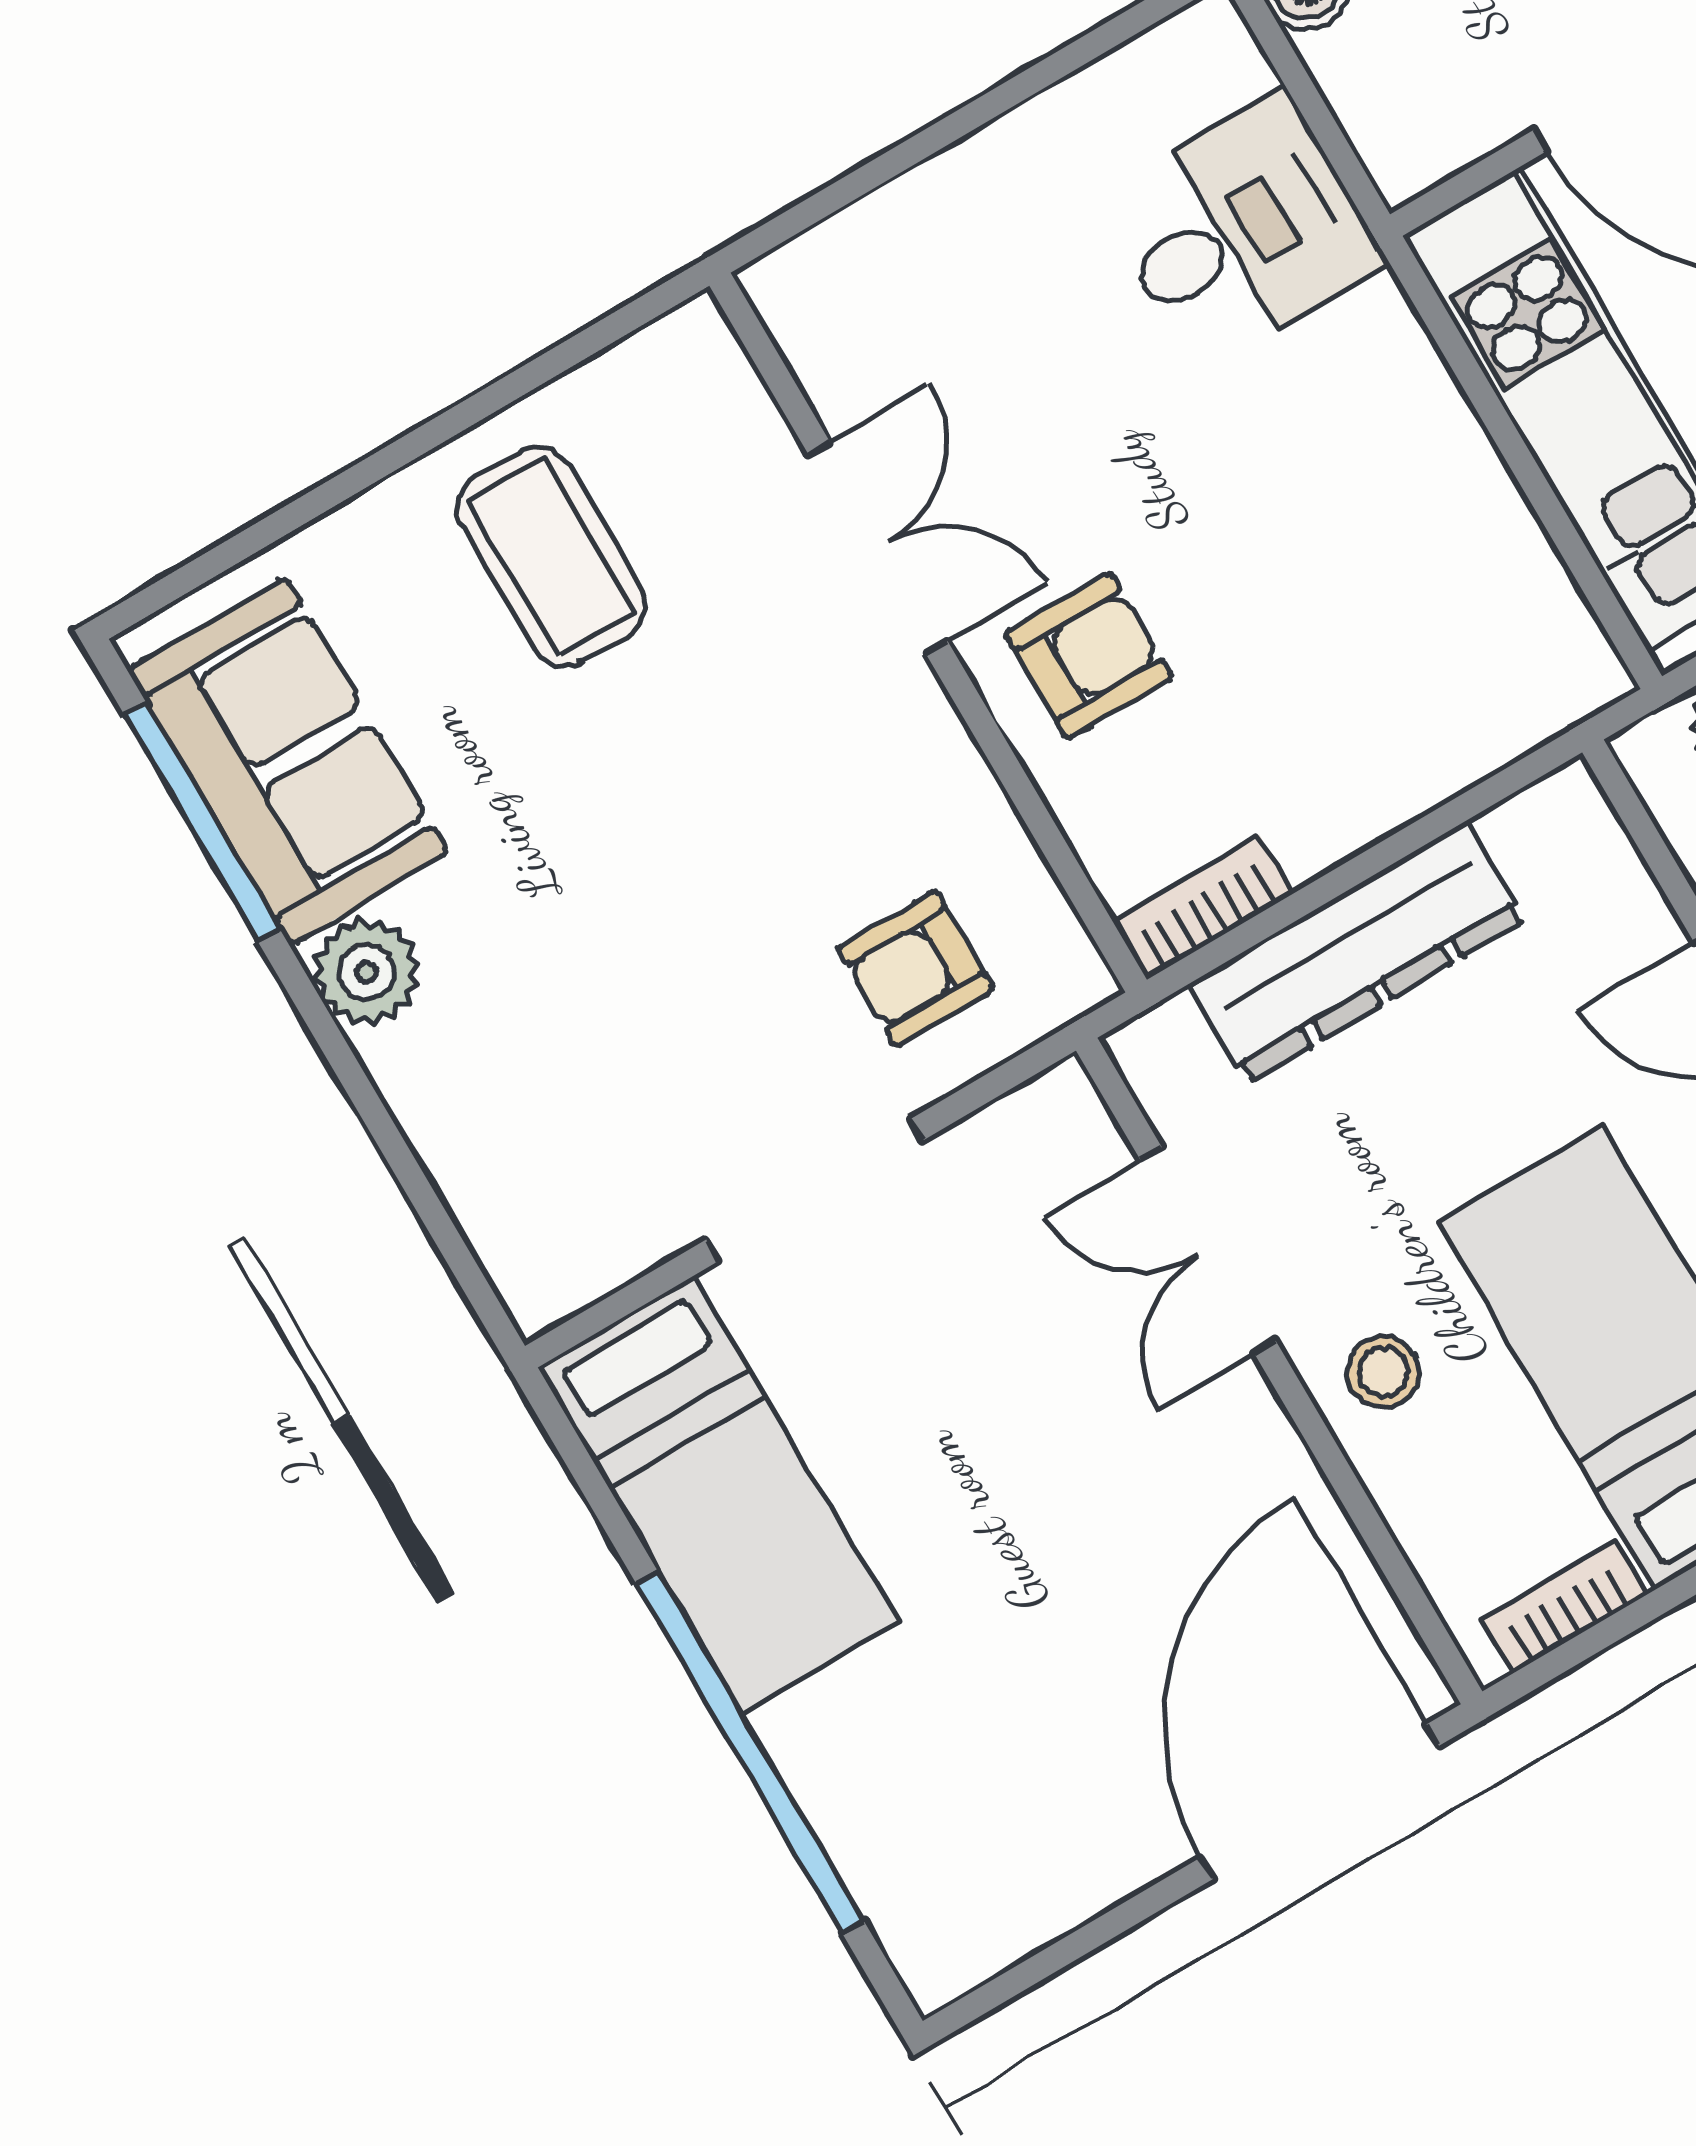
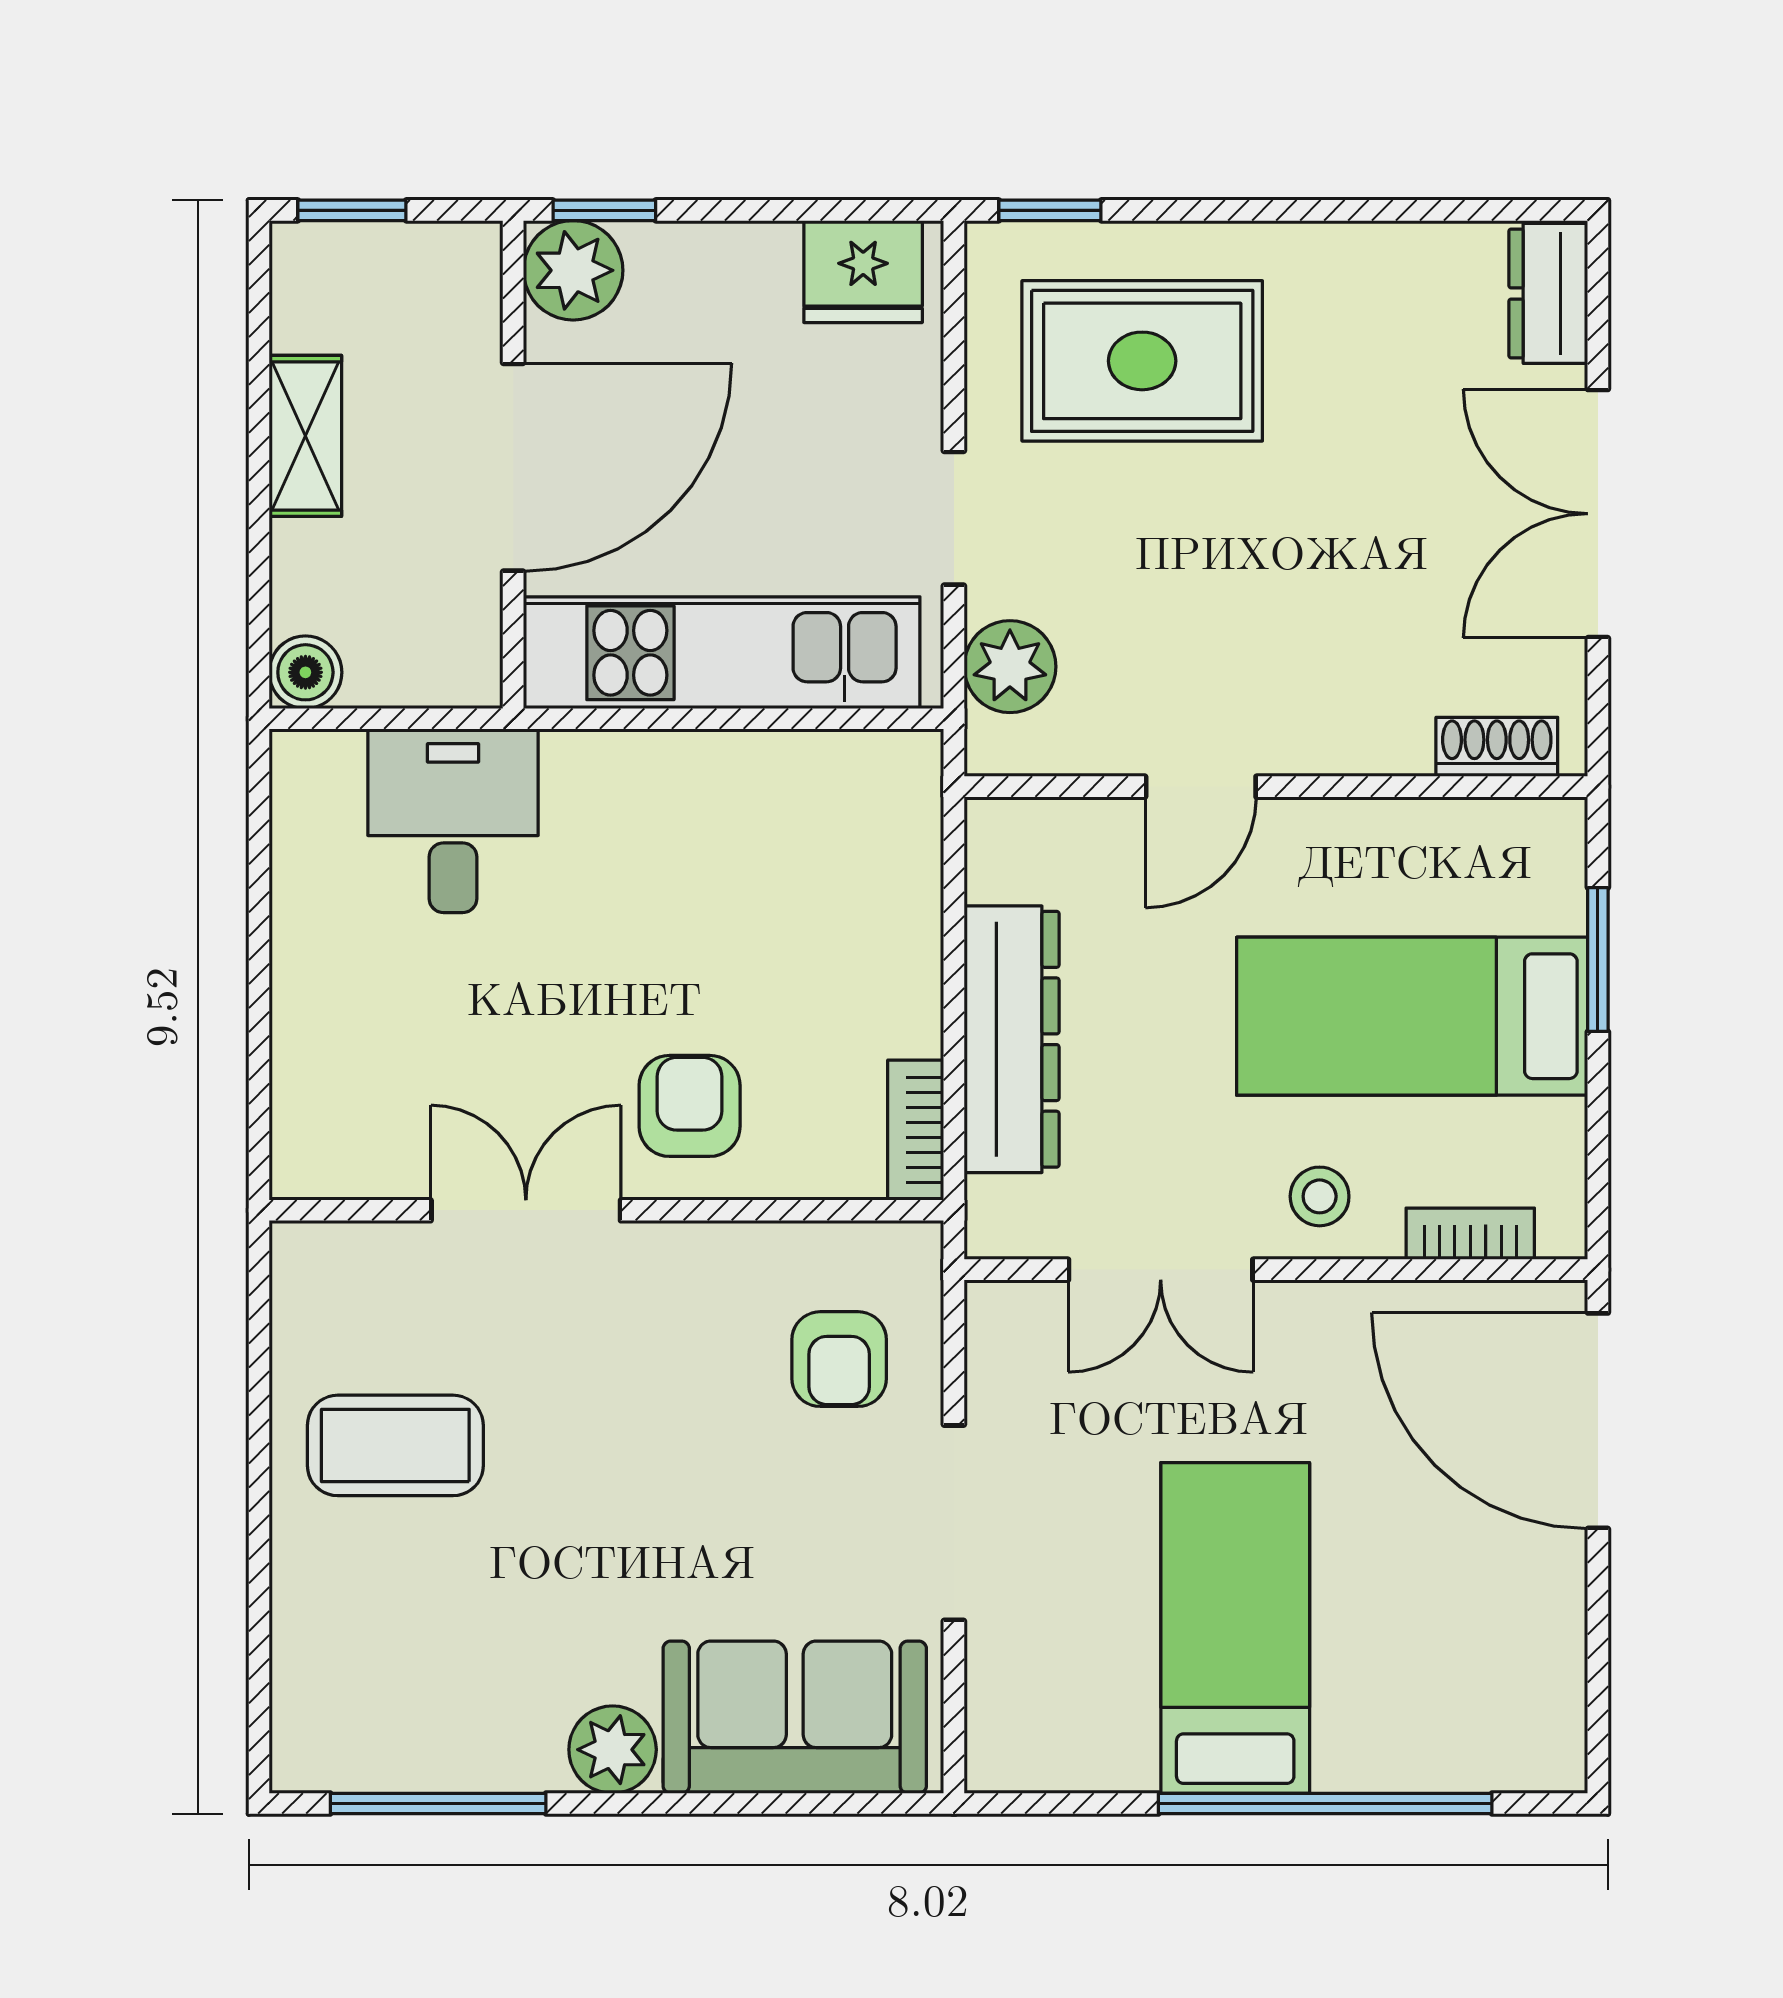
sofa: (288, 761) -> (795, 1717), moved
bed: (718, 1495) -> (1235, 1628), moved, turned -90
bookcase: (1564, 1607) -> (1470, 1234), moved, turned 90

